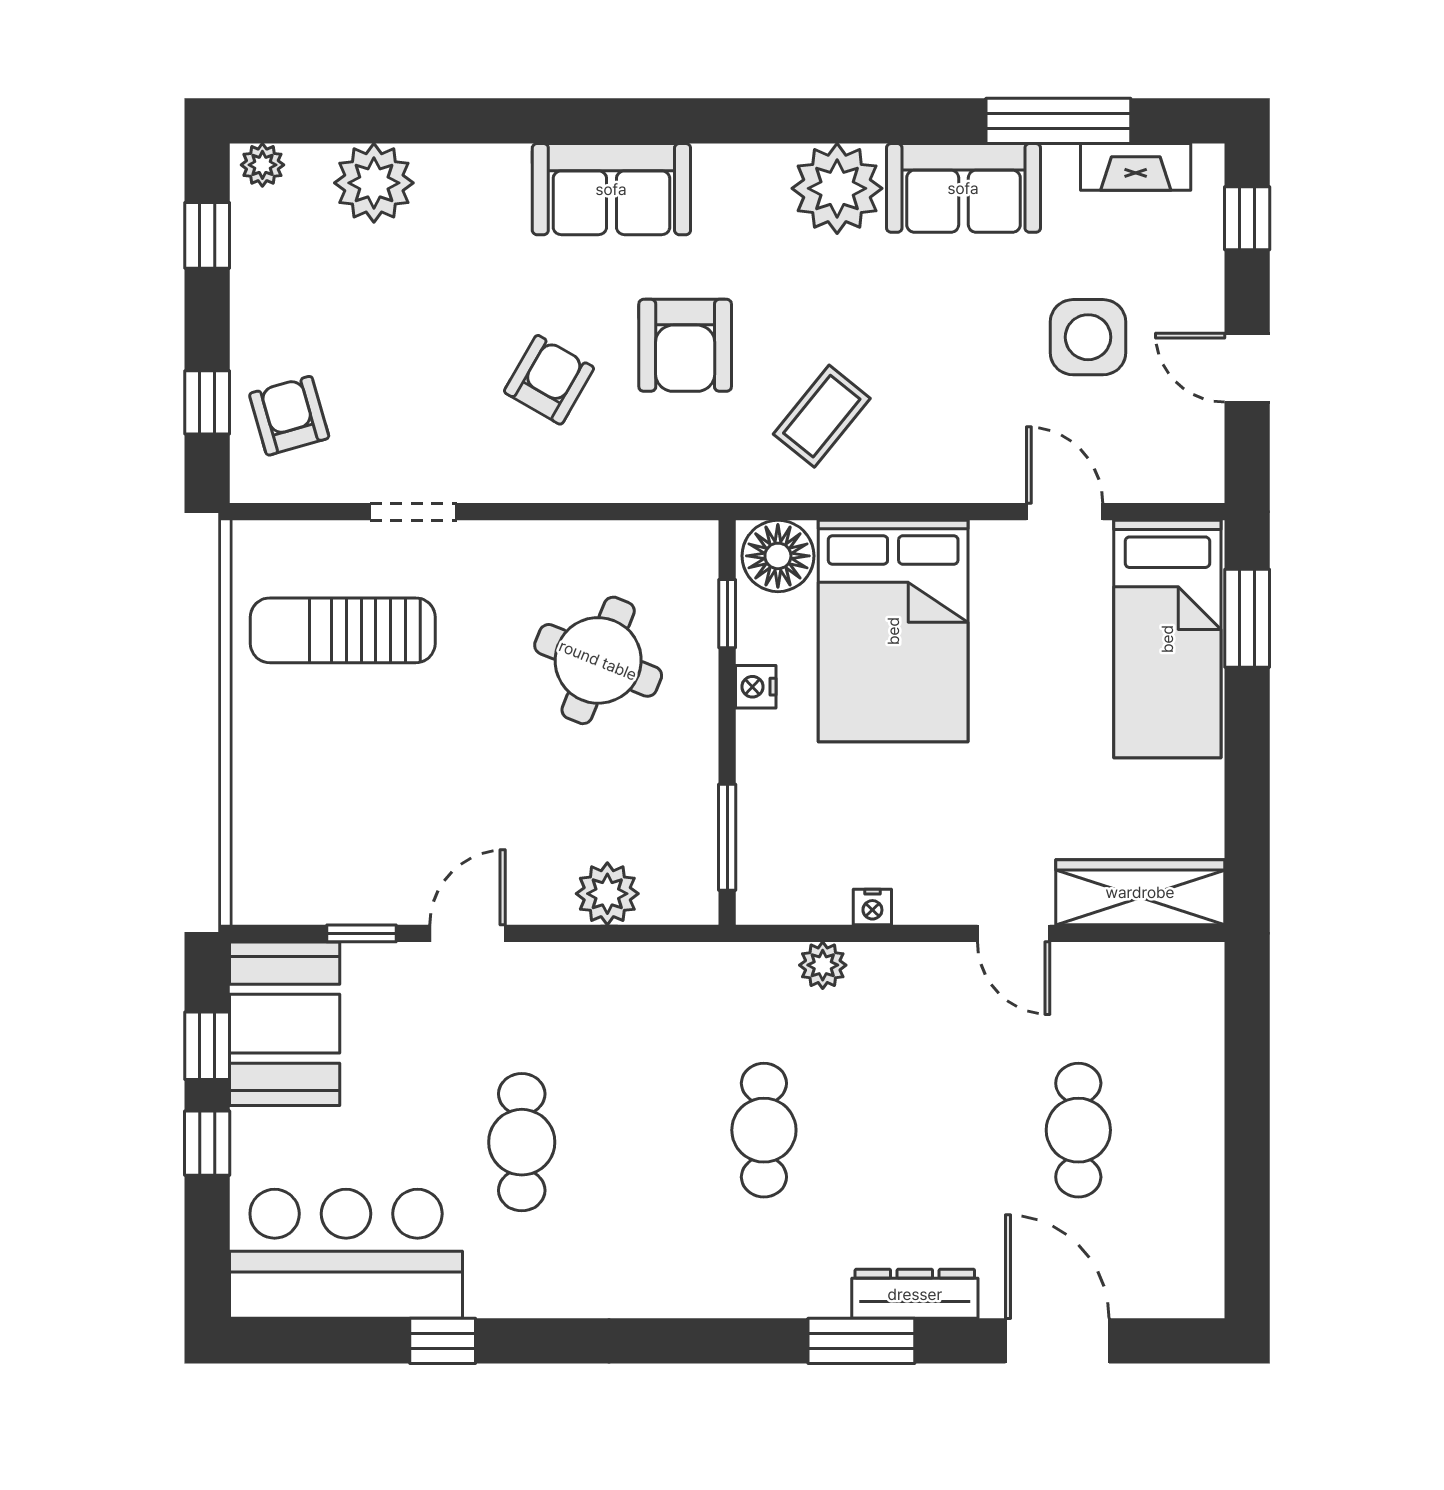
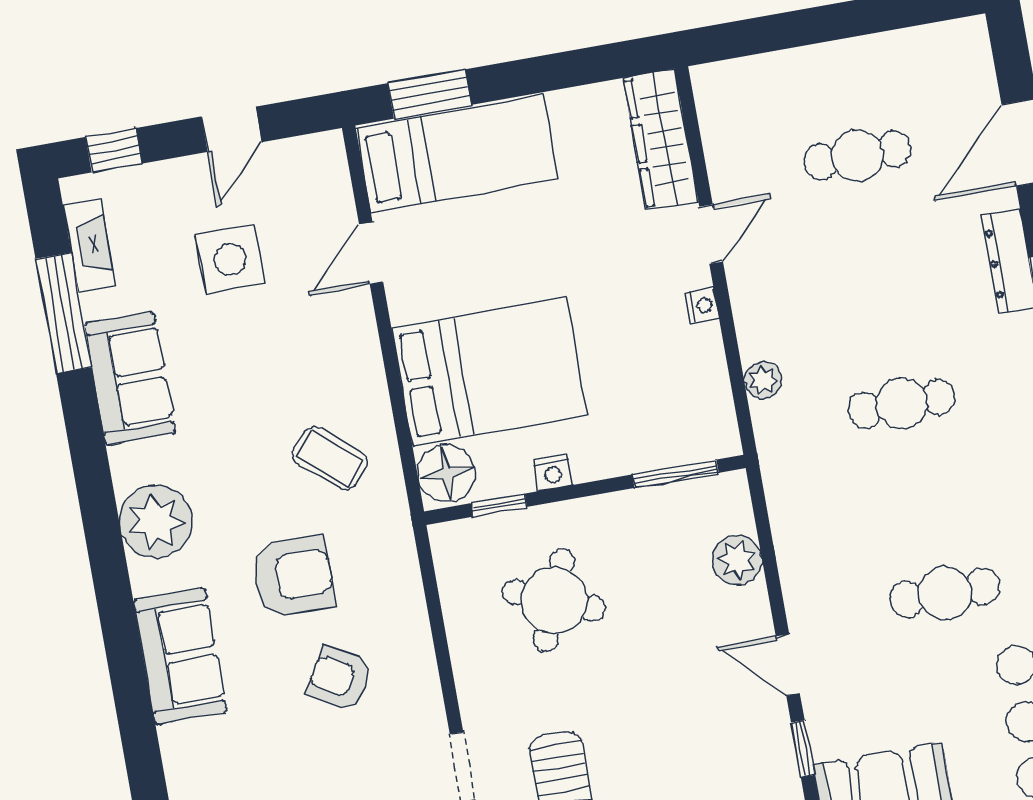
plant: (837, 188) -> (156, 521), moved
nightstand: (872, 907) -> (702, 305), moved

